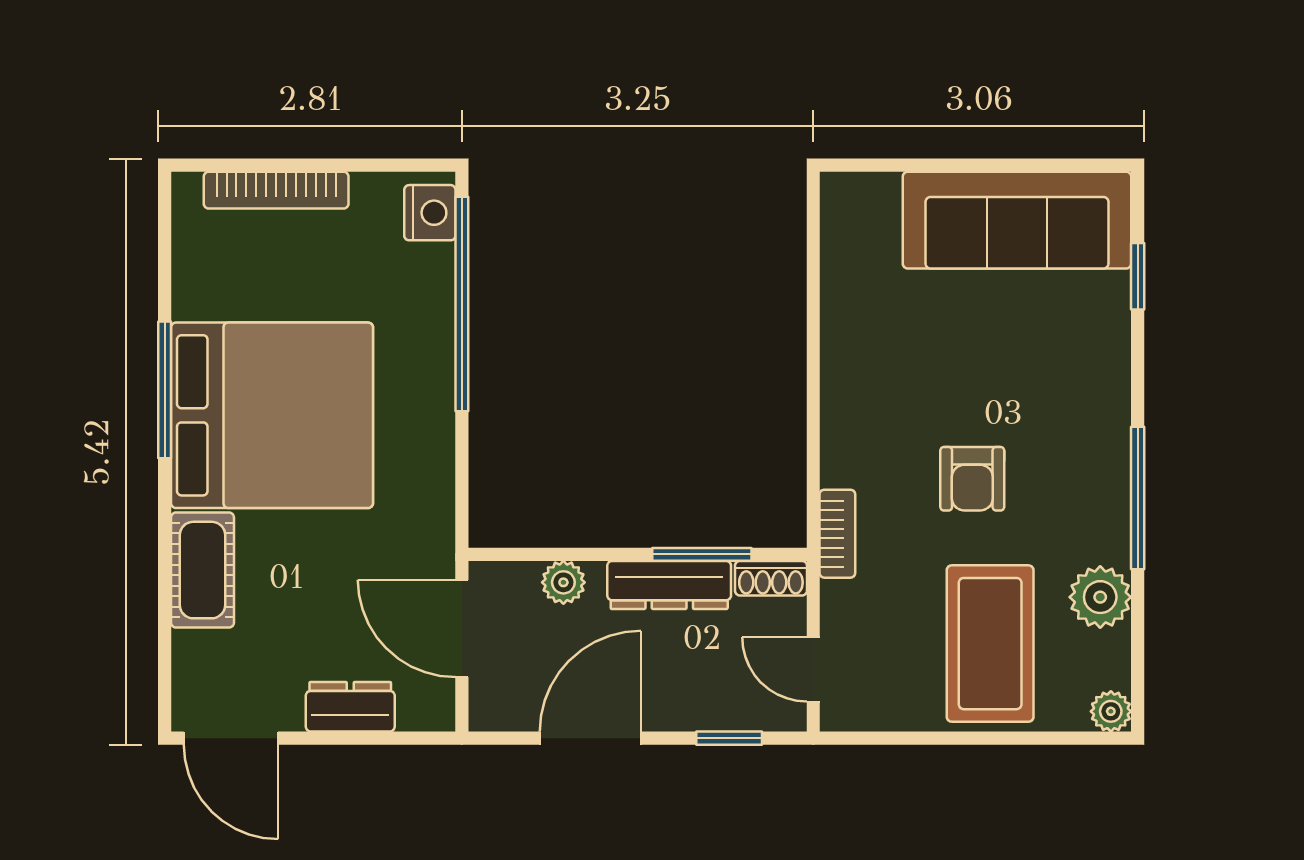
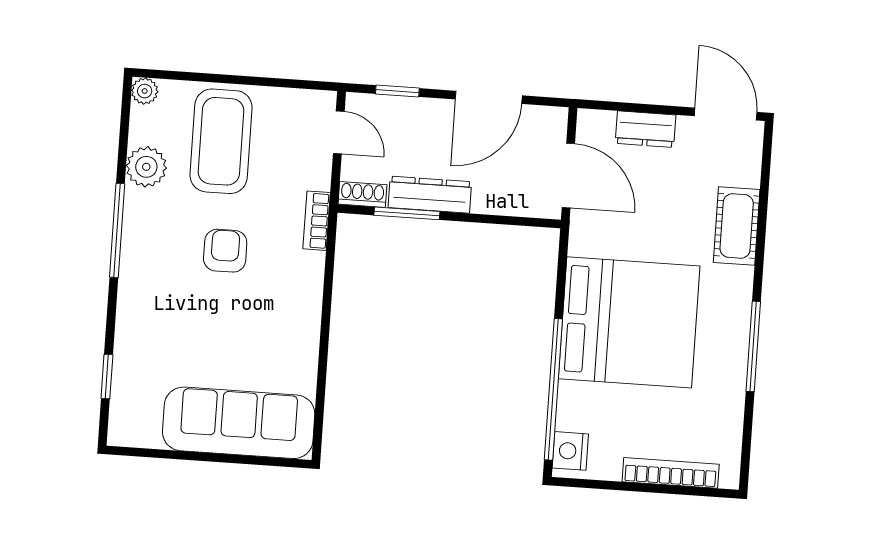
sofa: (1017, 220) -> (239, 423), moved
bed: (272, 415) -> (629, 322), moved, turned 180
plant: (563, 582) -> (499, 201), removed

